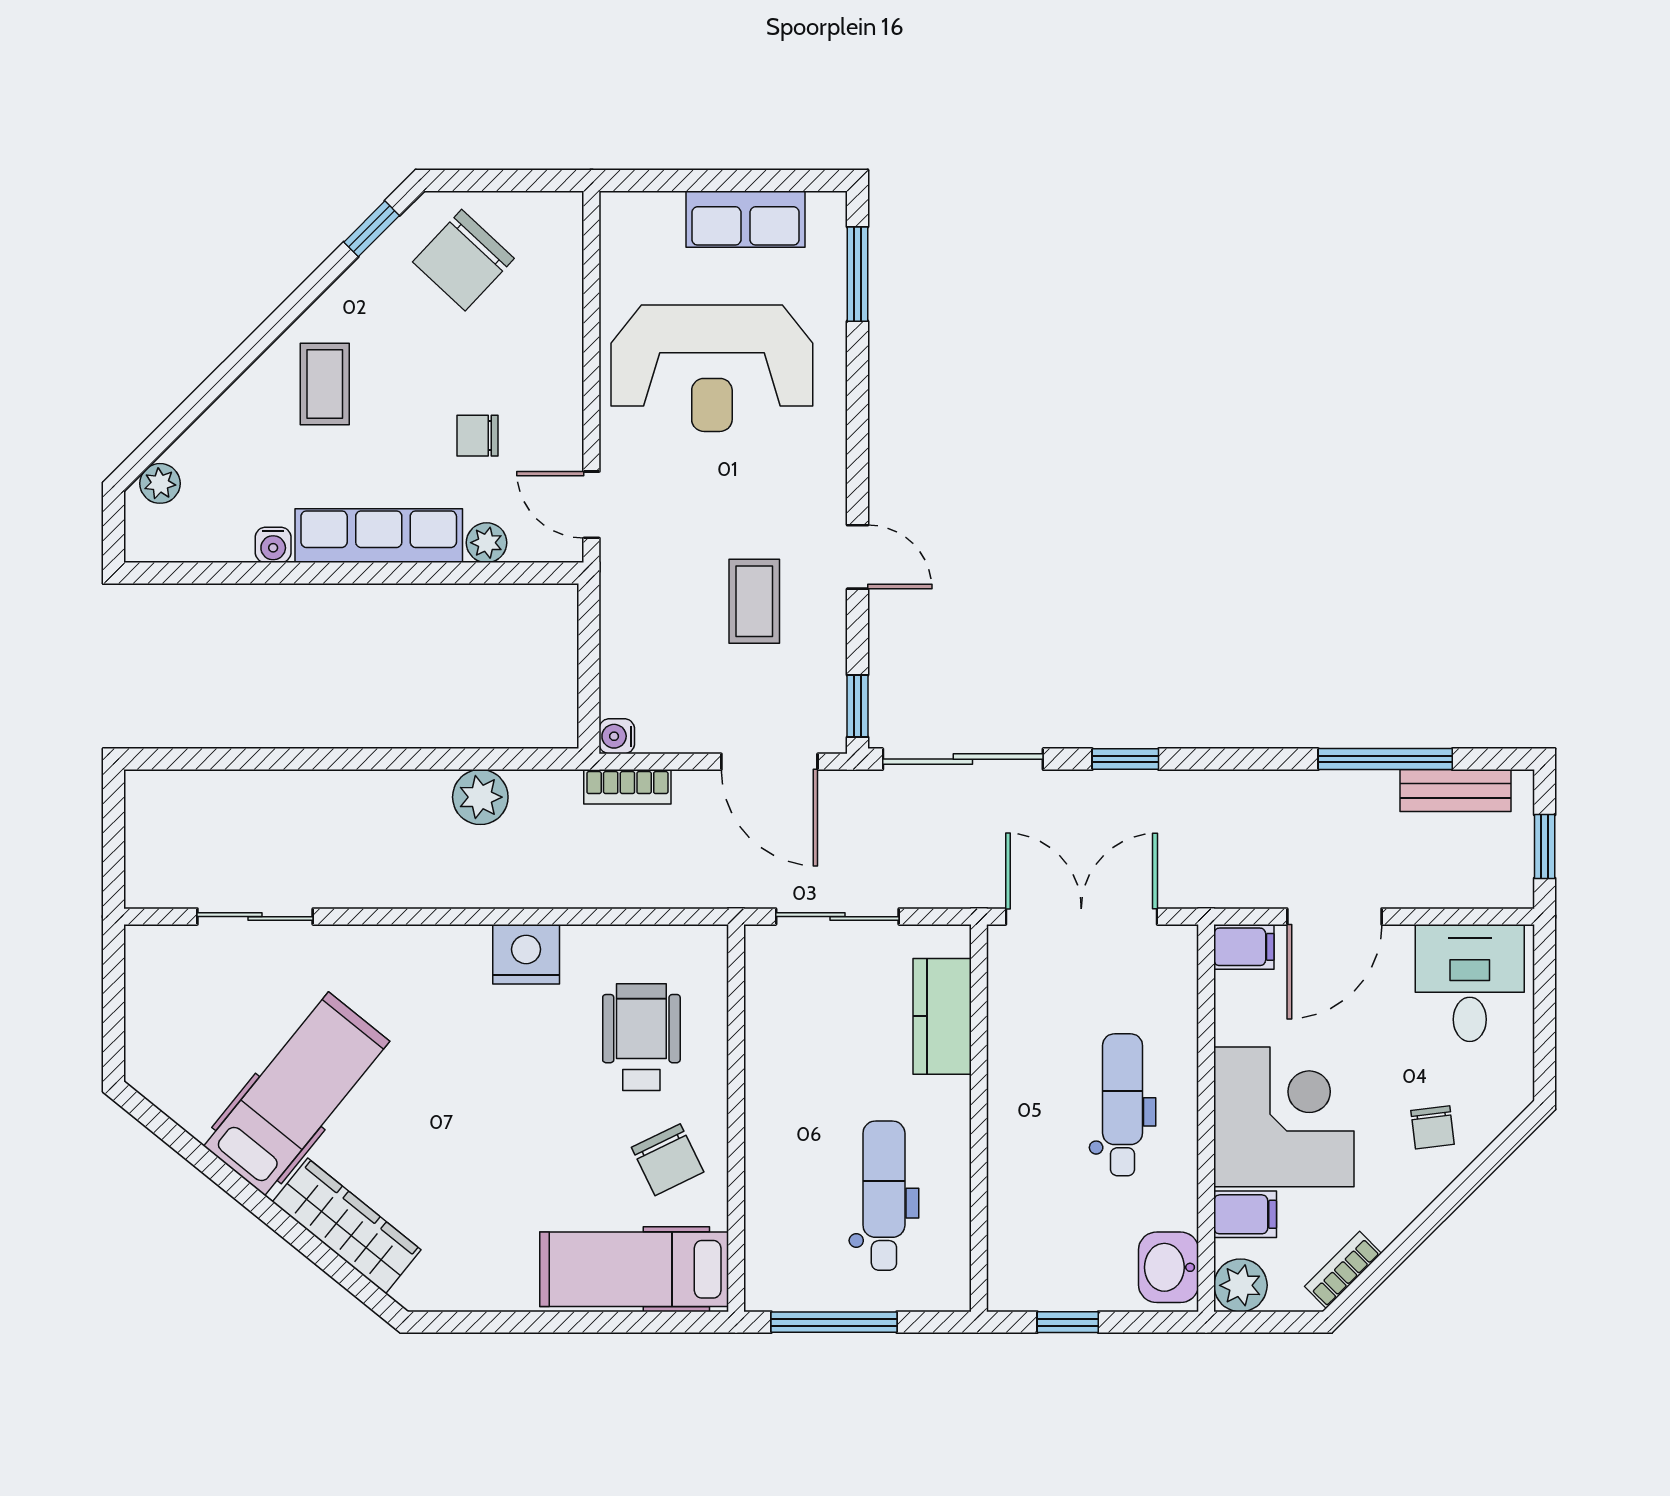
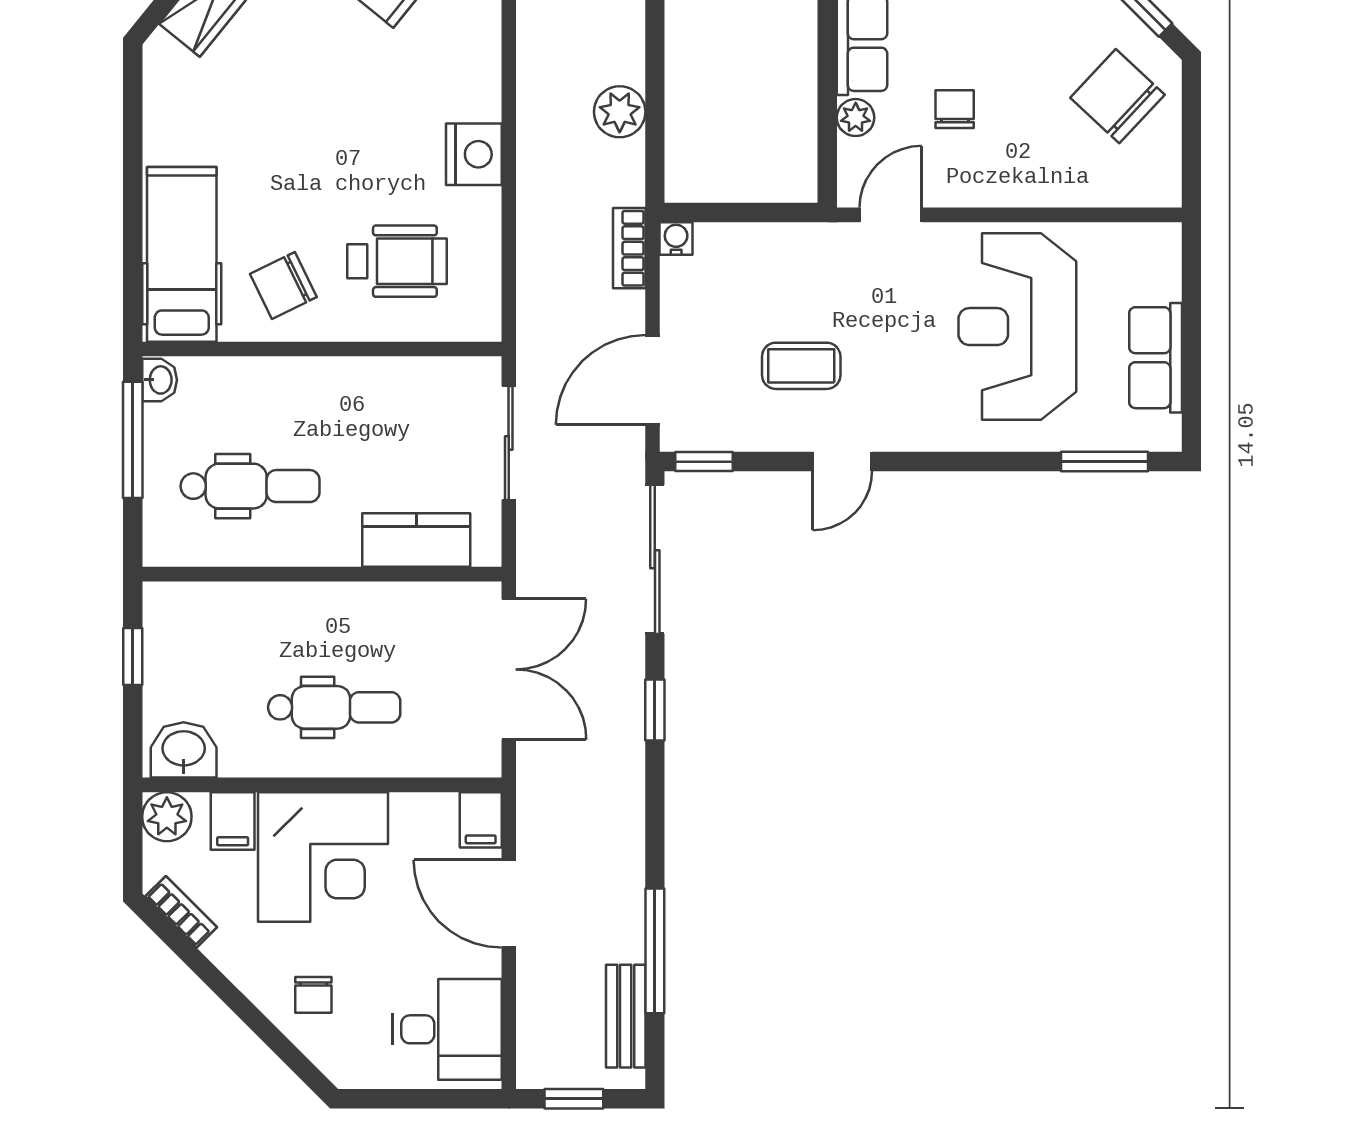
chair: (1433, 1127) -> (313, 995), turned -83
washbasin: (770, 1293) -> (160, 380), added

